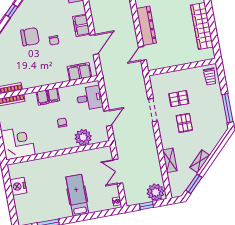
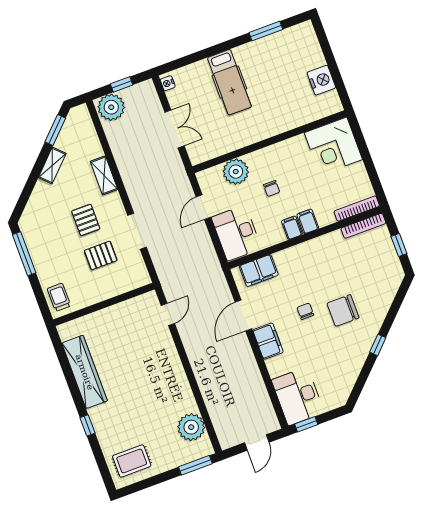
dresser: (146, 26) -> (169, 358), removed
desk: (89, 98) -> (236, 233), width x1.37
shelving: (170, 160) -> (104, 175), moved

